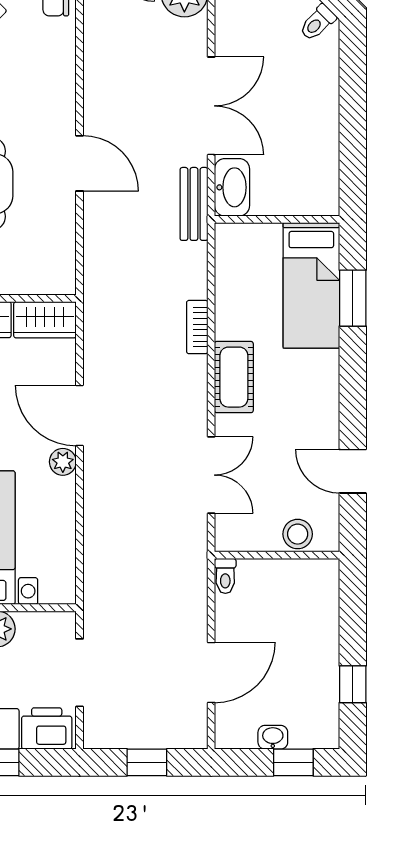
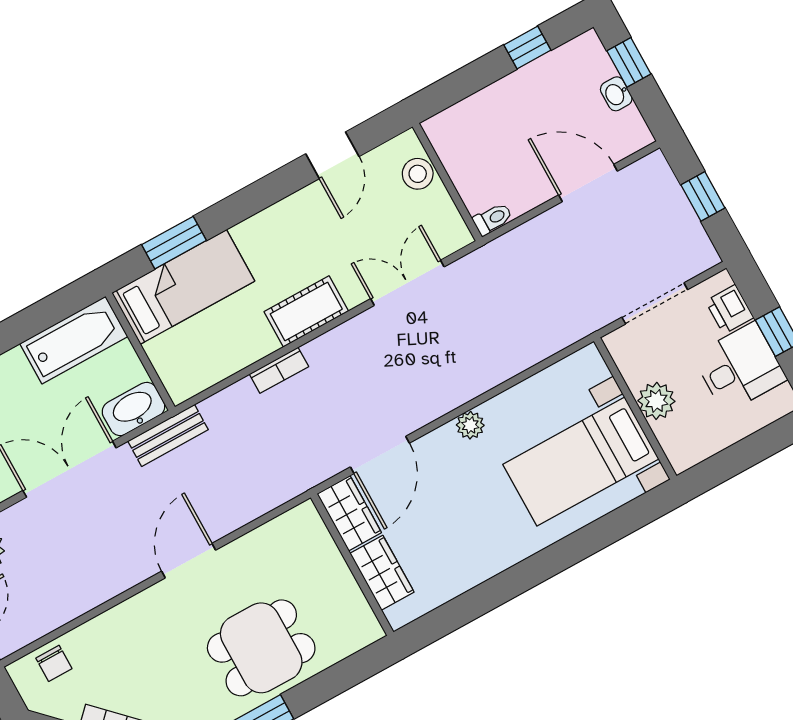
bathtub: (317, 169) -> (74, 340), added
door: (80, 415) -> (380, 455), moved
printer: (47, 729) -> (729, 309), width x0.73, depth x0.81

